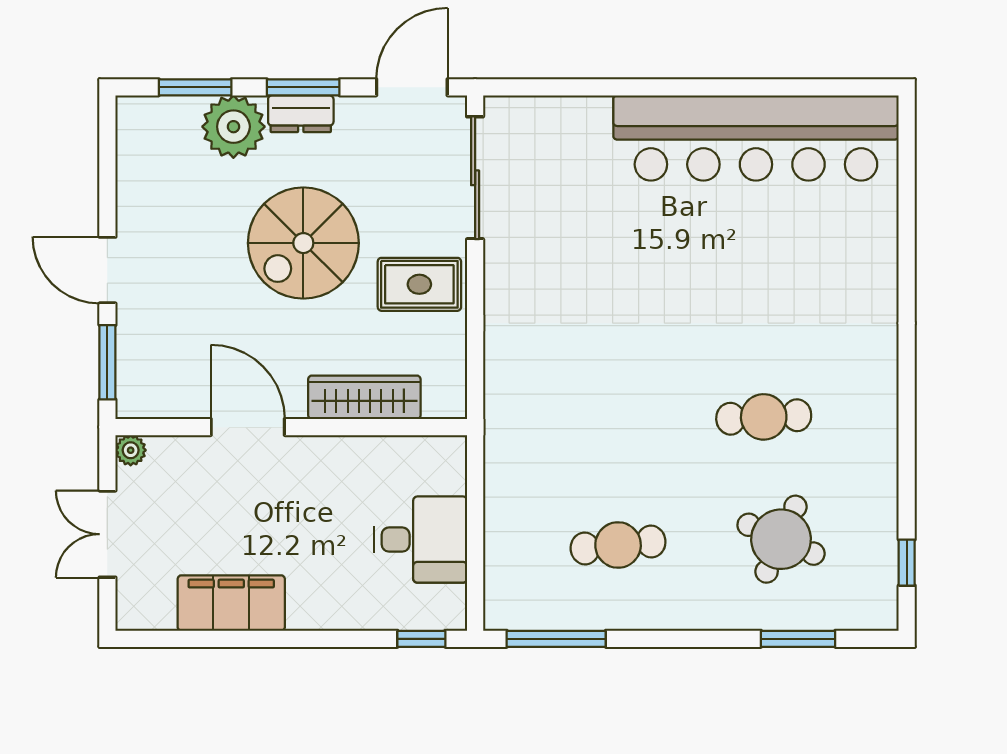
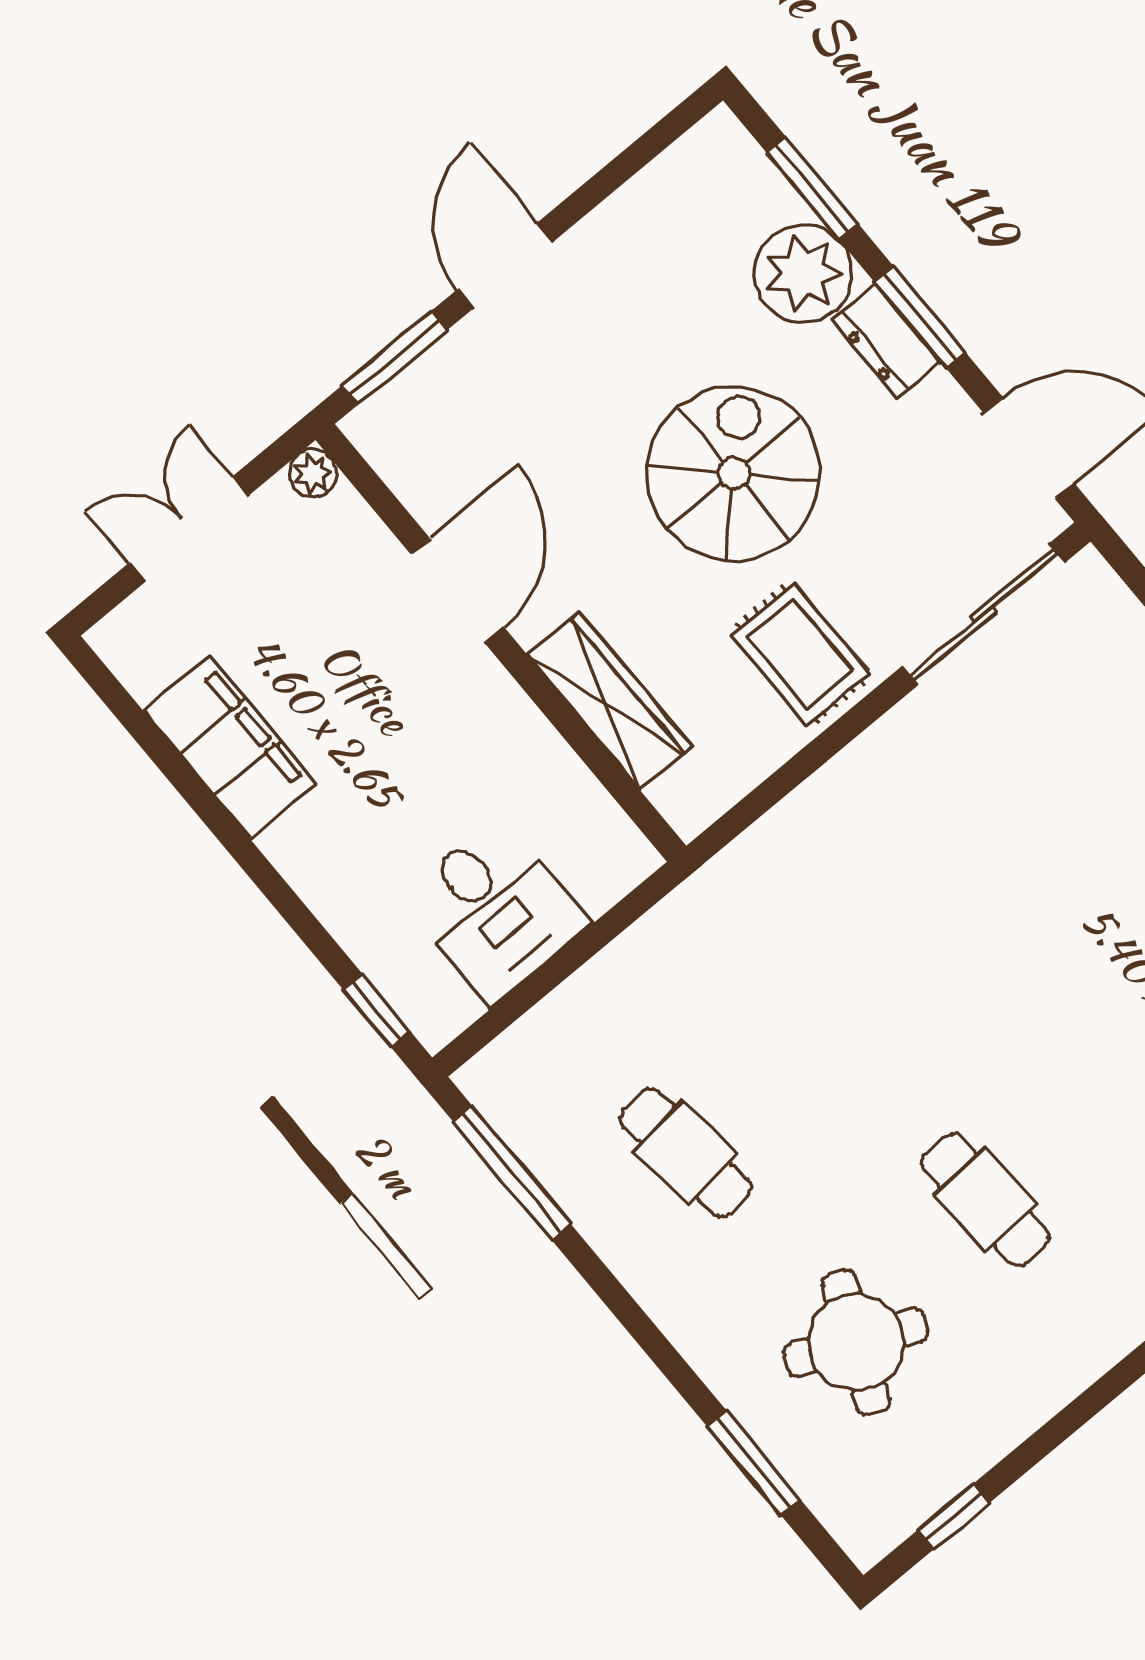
spiral stairs: (303, 243) -> (734, 474), turned 90

